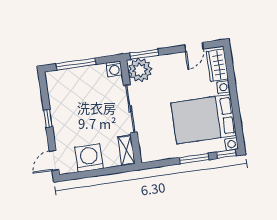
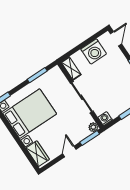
door: (194, 47) -> (69, 152), moved
plant: (140, 70) -> (93, 127), width x0.53, depth x0.53
window: (194, 159) -> (37, 75), moved

